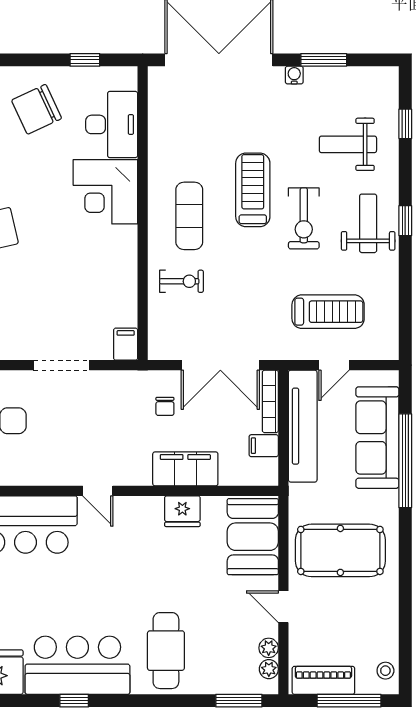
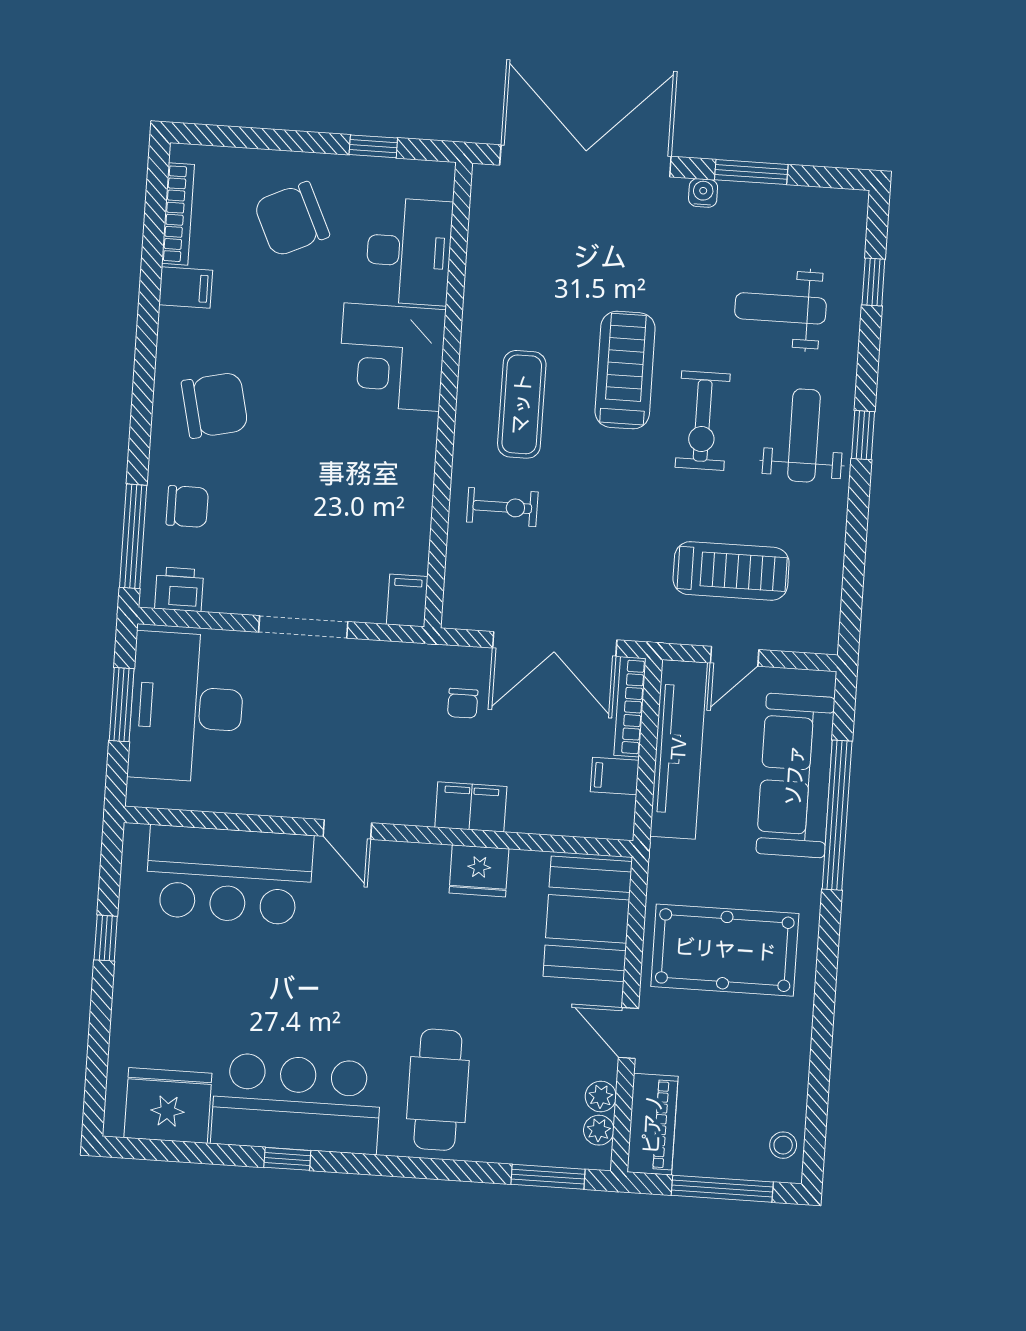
filing cabinet: (185, 469) -> (471, 807), width x0.67, depth x0.86
piano: (323, 680) -> (653, 1124), moved, turned 90

